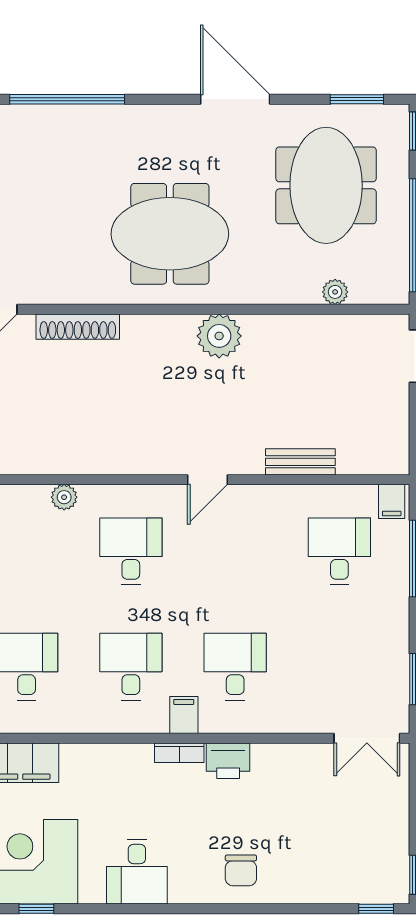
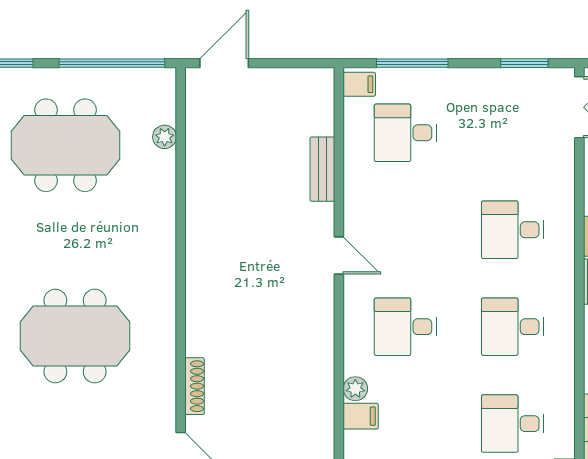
meeting table: (170, 234) -> (75, 336), moved, turned 90
shoe rack: (78, 327) -> (195, 386), width x0.74, depth x0.81
plant: (219, 336) -> (205, 245), removed
filing cabinet: (184, 715) -> (361, 416), moved, turned 180

